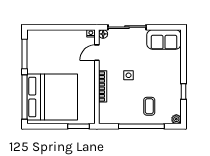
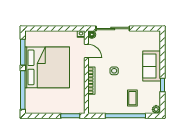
sofa: (164, 39) -> (152, 66), moved, turned 90
door: (97, 53) -> (86, 51), swing flipped
bed: (52, 97) -> (47, 67), moved

